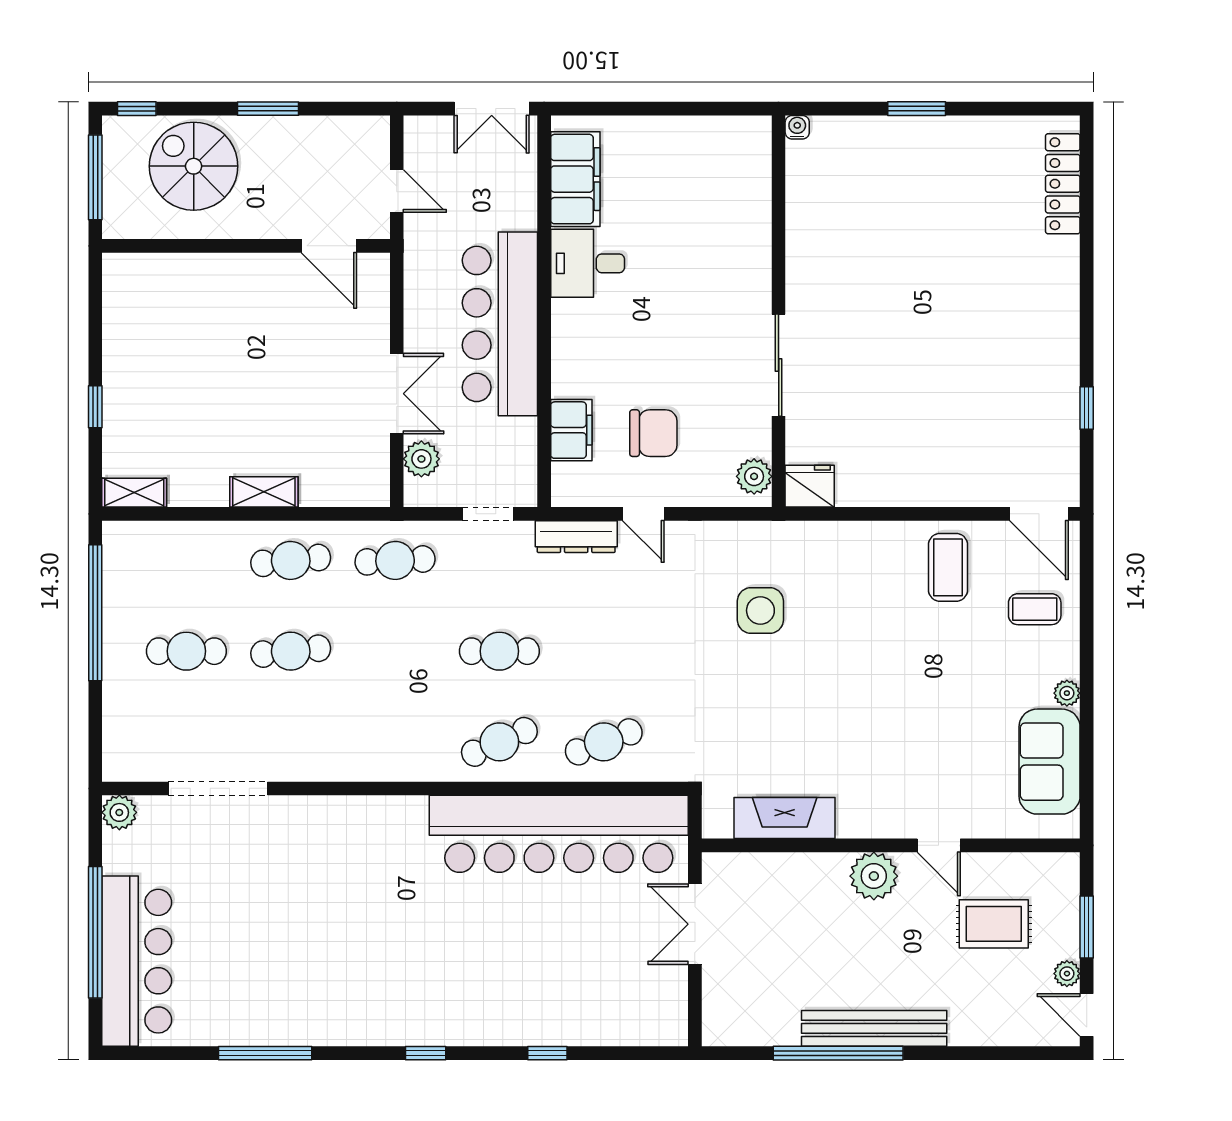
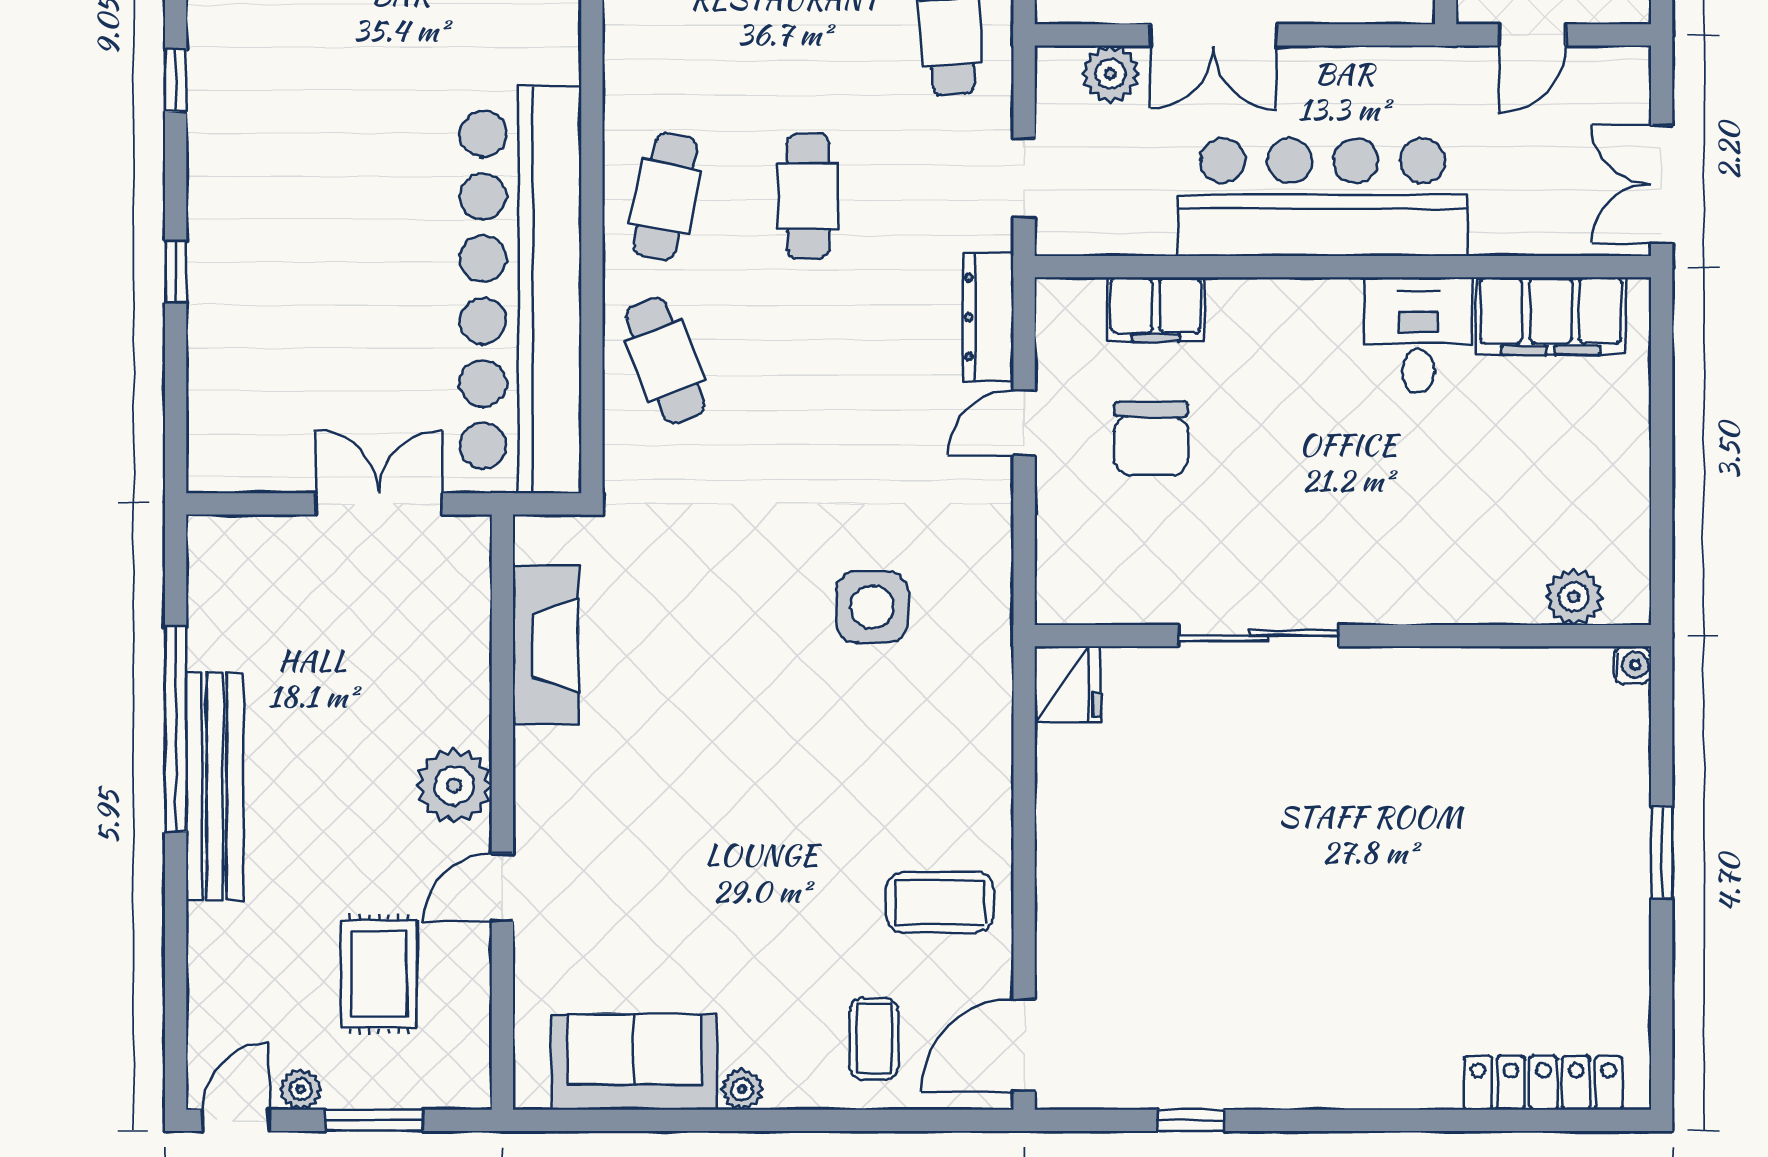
plant: (754, 476) -> (1574, 597), moved
cafe table: (499, 742) -> (665, 196), turned 36

